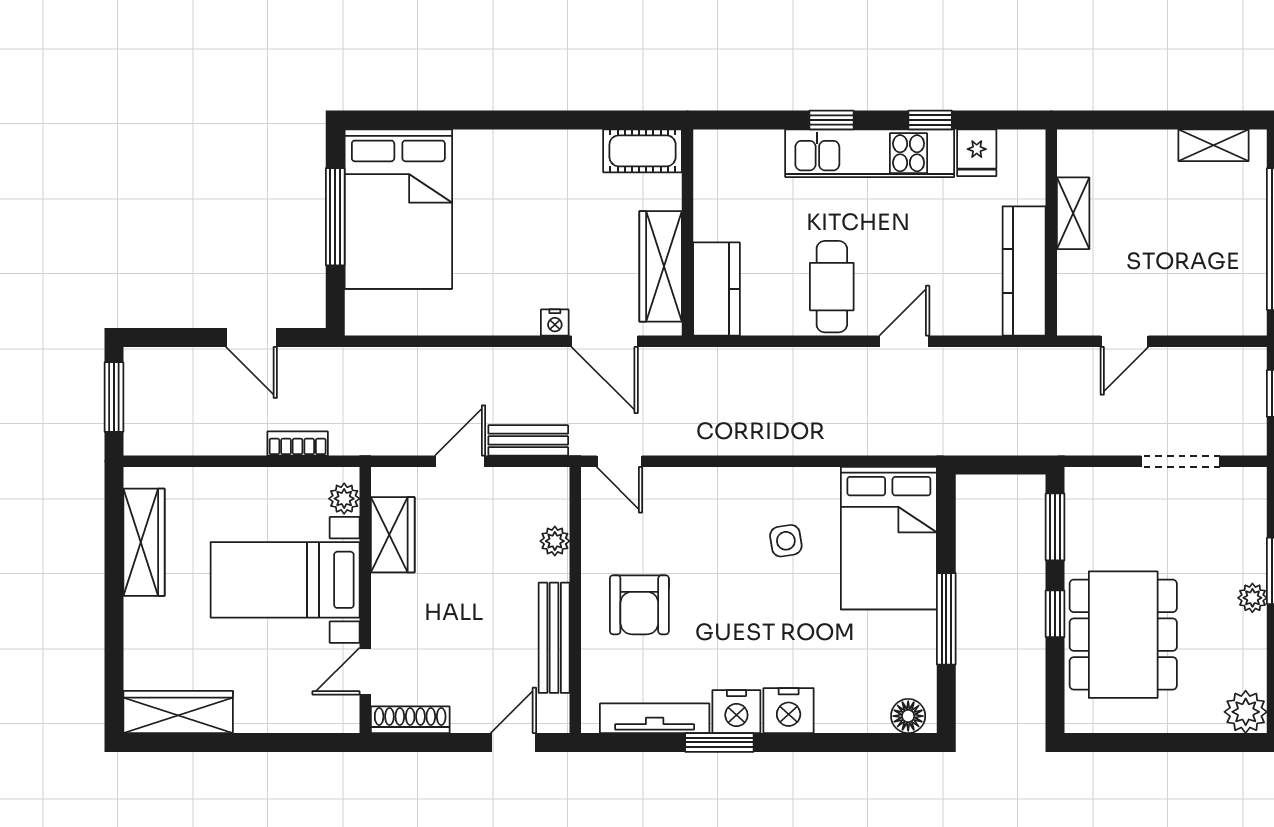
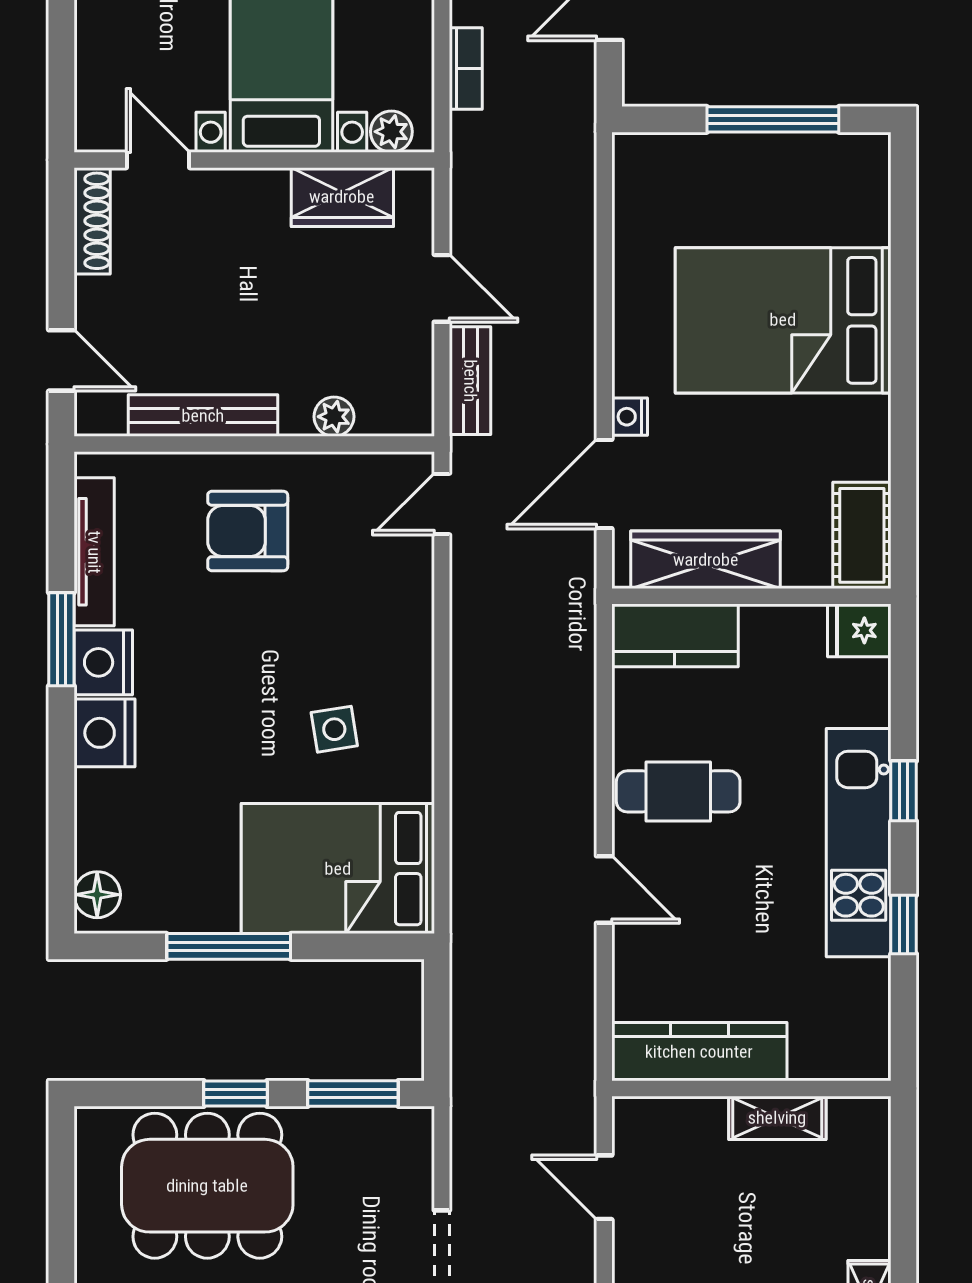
fridge: (977, 153) -> (859, 630), moved
bed: (398, 209) -> (783, 320), moved

